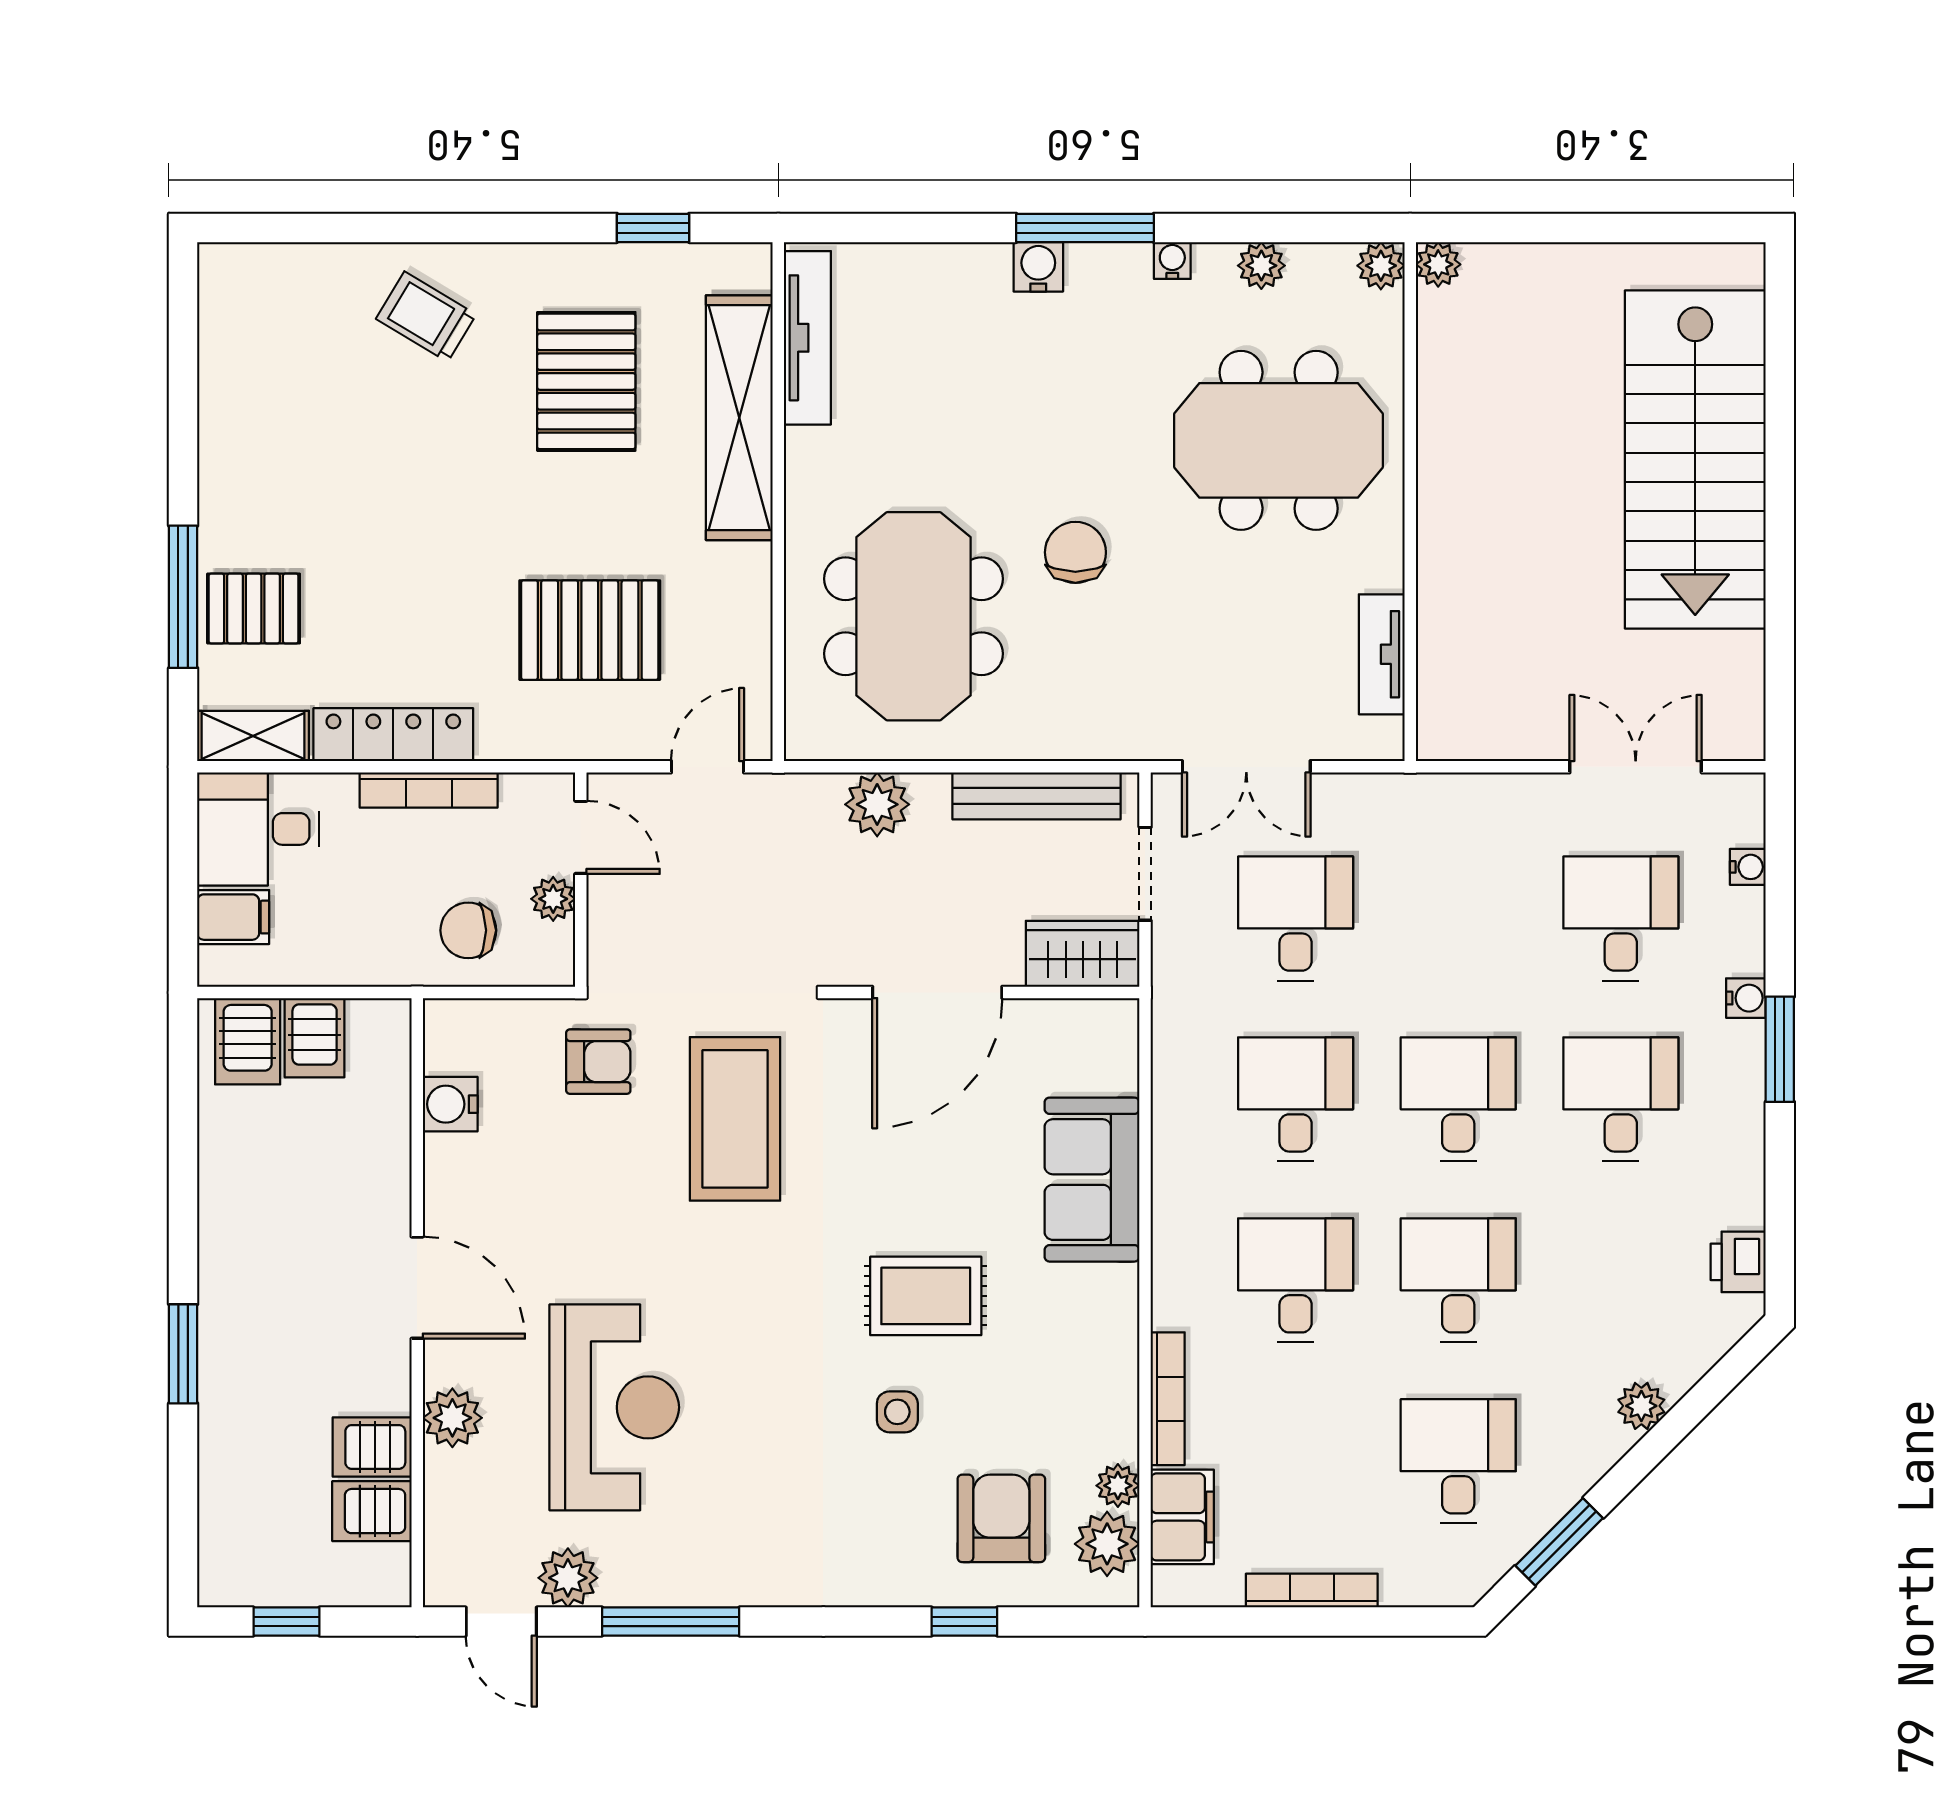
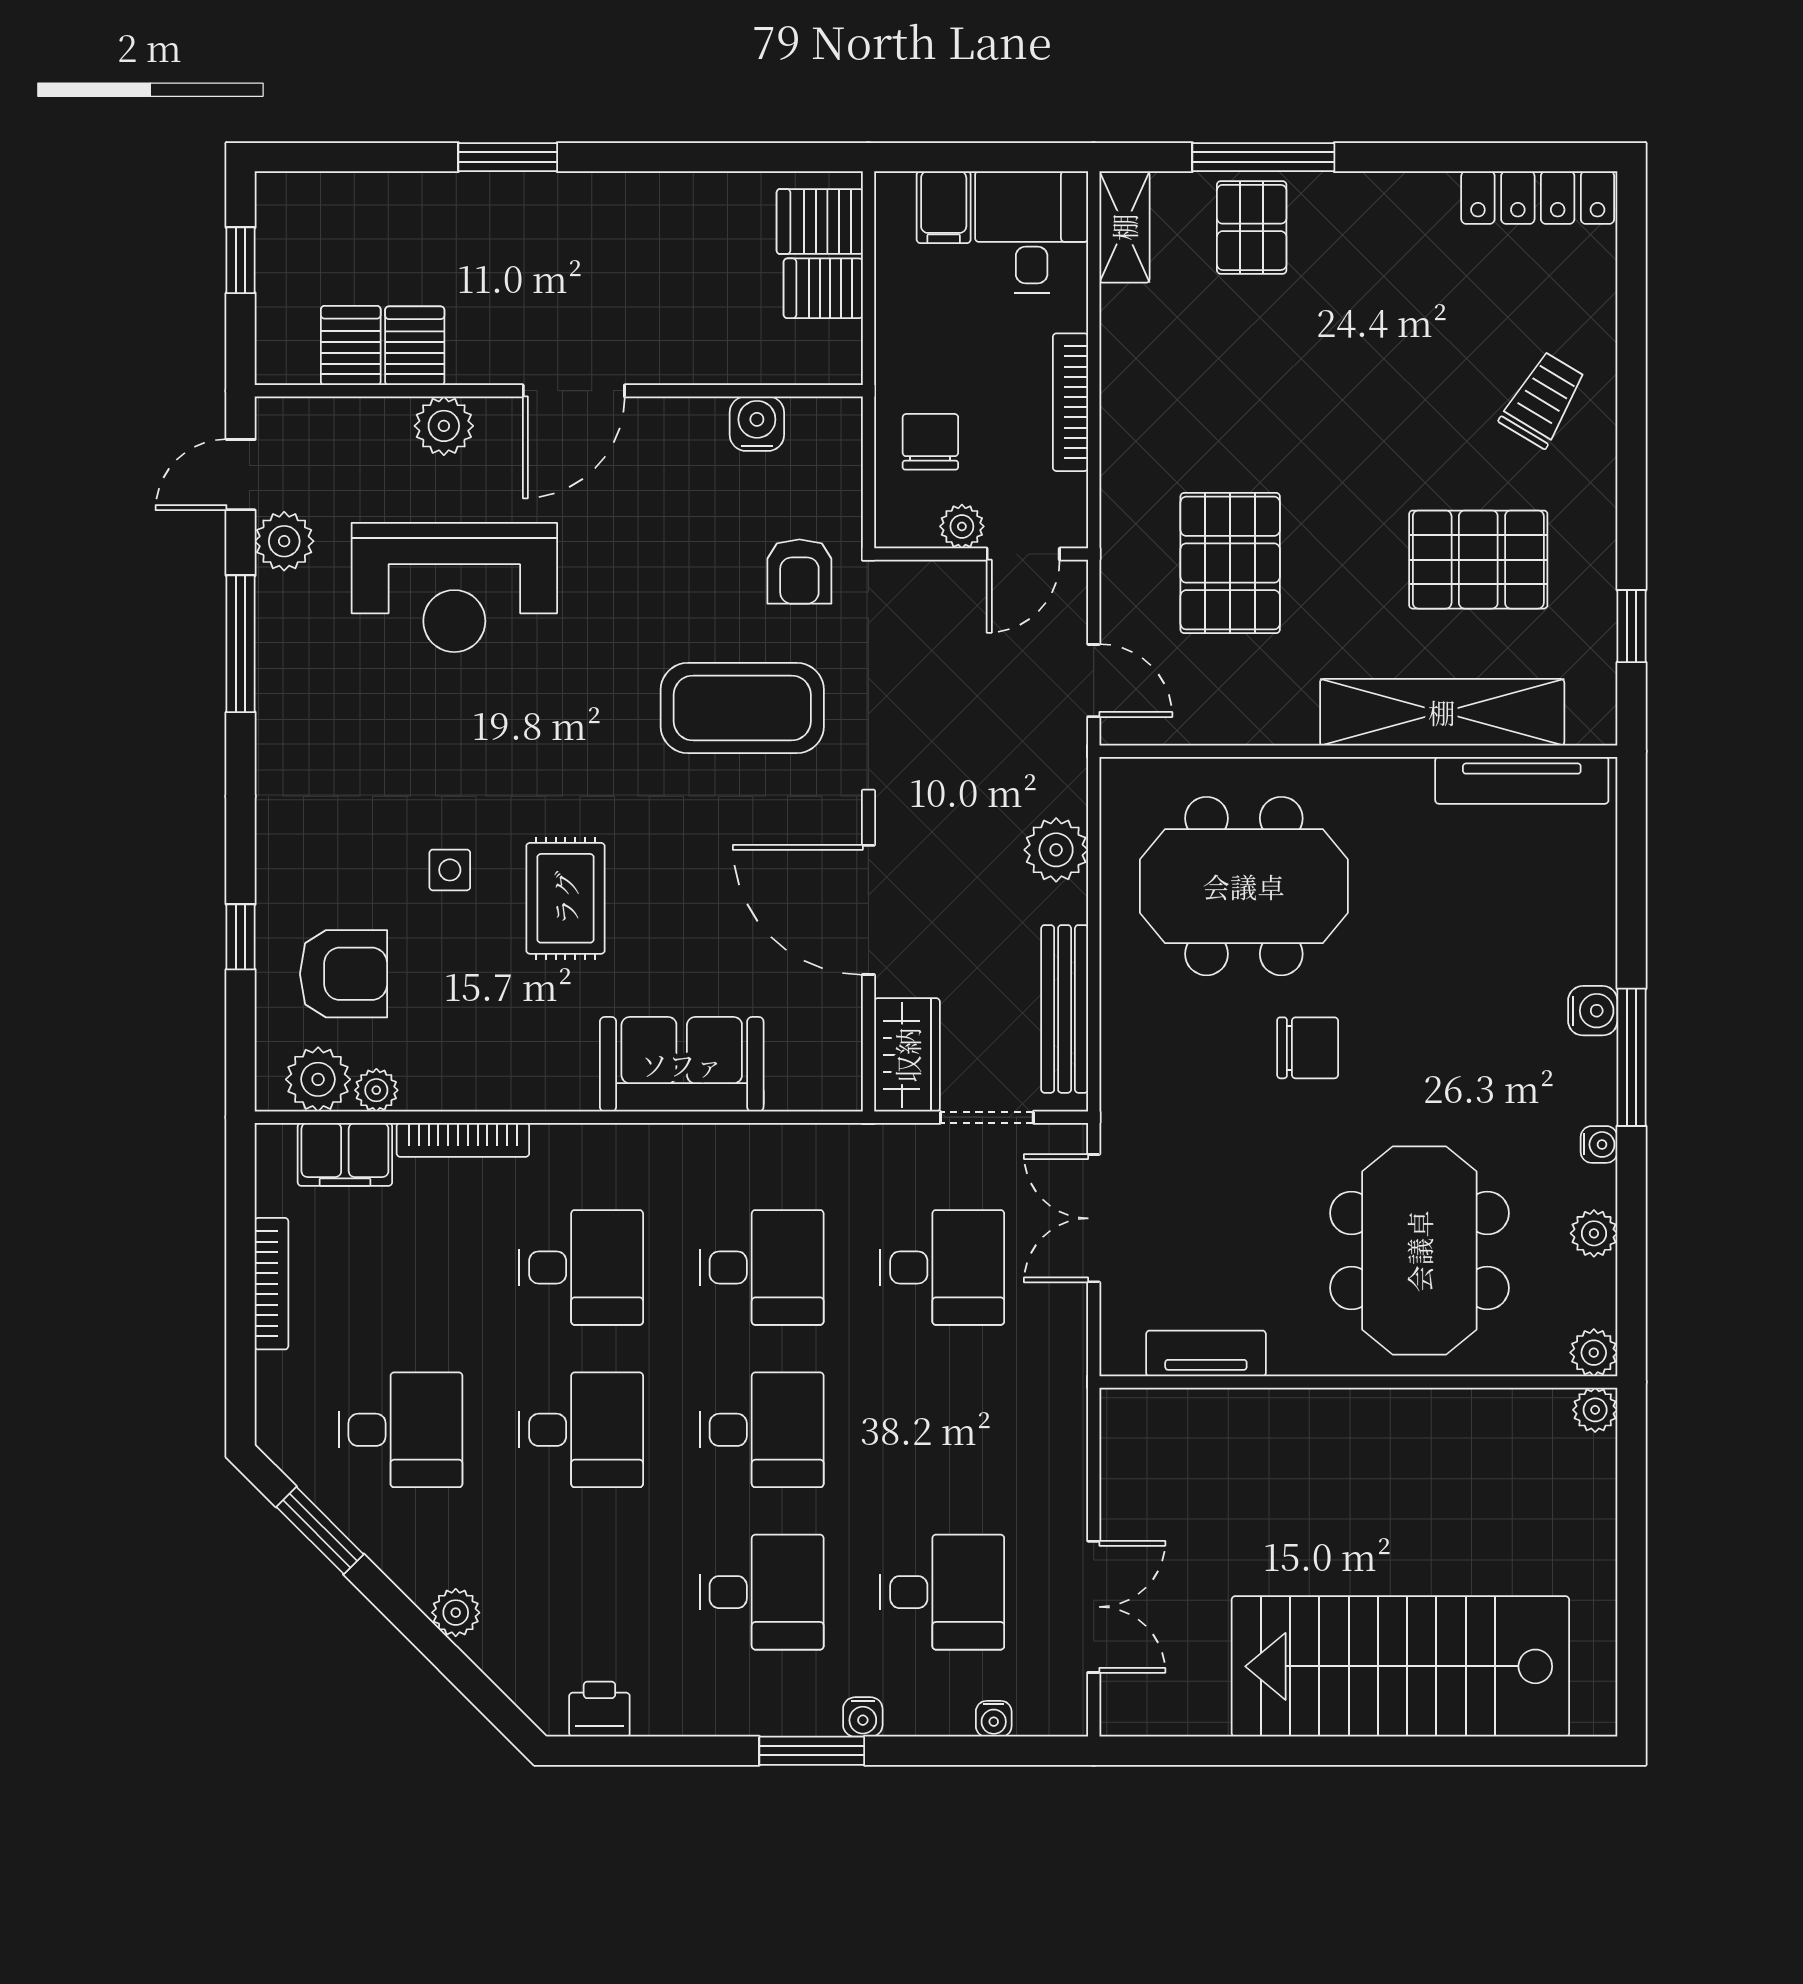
locker: (393, 735) -> (1538, 198), moved, turned 90

